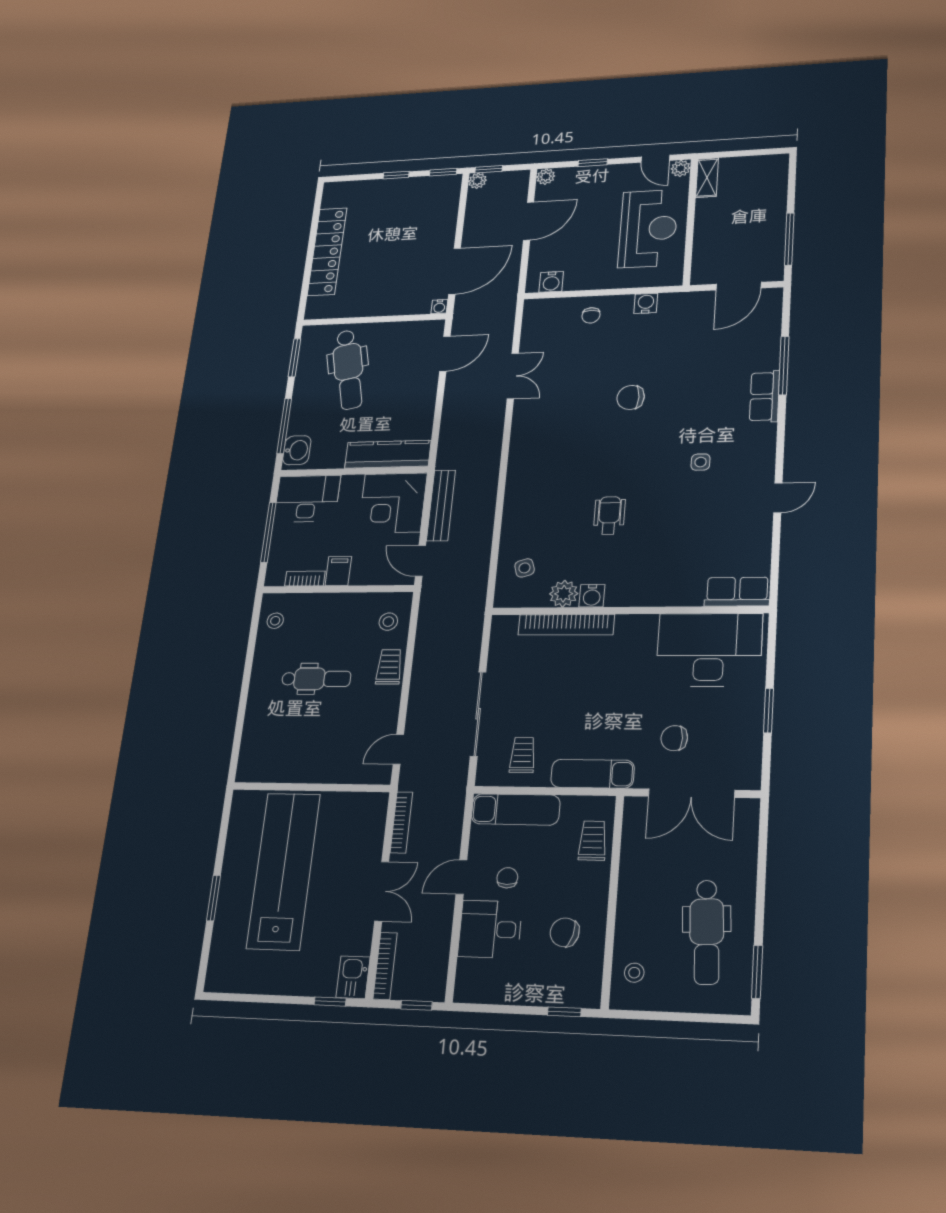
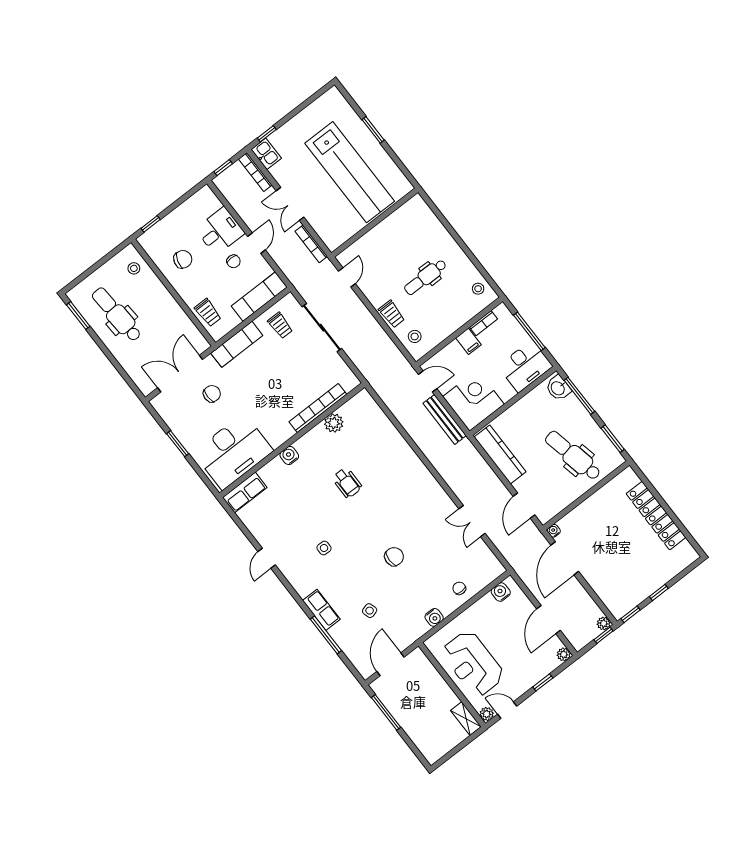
kitchen counter: (388, 454) -> (500, 454), moved, turned -90
side table: (525, 568) -> (370, 611), moved
water cooler: (592, 596) -> (289, 455), moved

